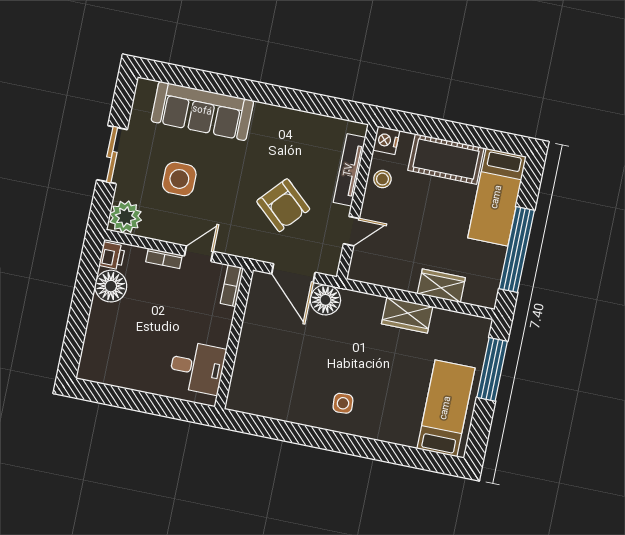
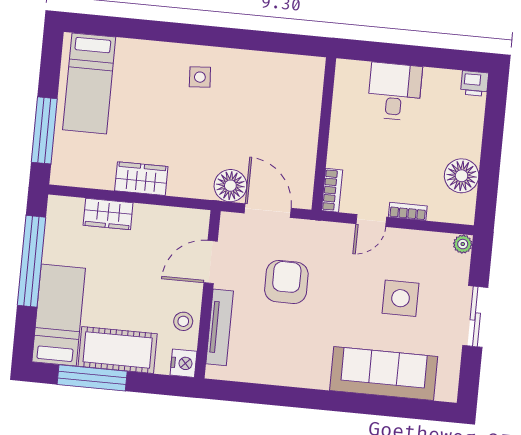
window: (472, 136) -> (92, 378), added
armchair: (283, 205) -> (286, 282), turned 48
plant: (125, 217) -> (463, 244), width x0.53, depth x0.53
door: (351, 231) -> (211, 262), width x1.38
printer: (112, 256) -> (474, 83), moved, turned -90
desk: (197, 367) -> (395, 91), moved, turned 90

